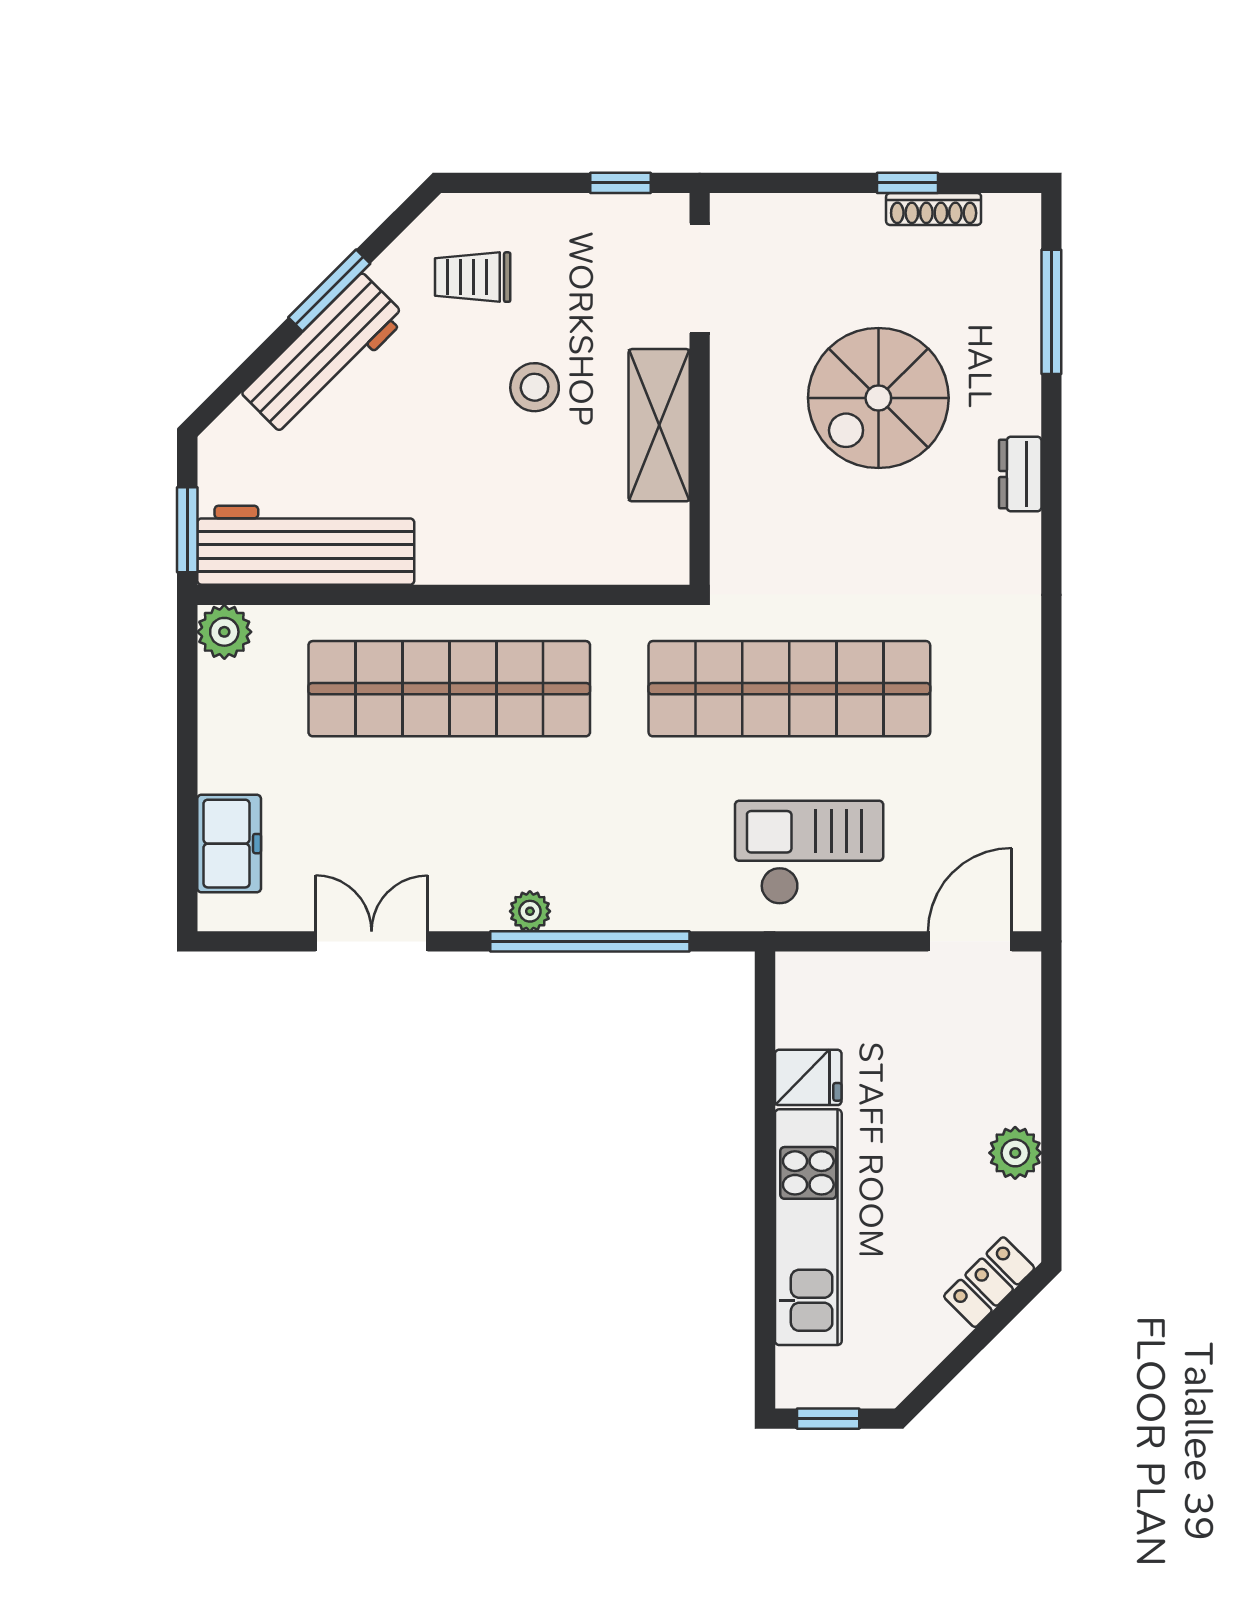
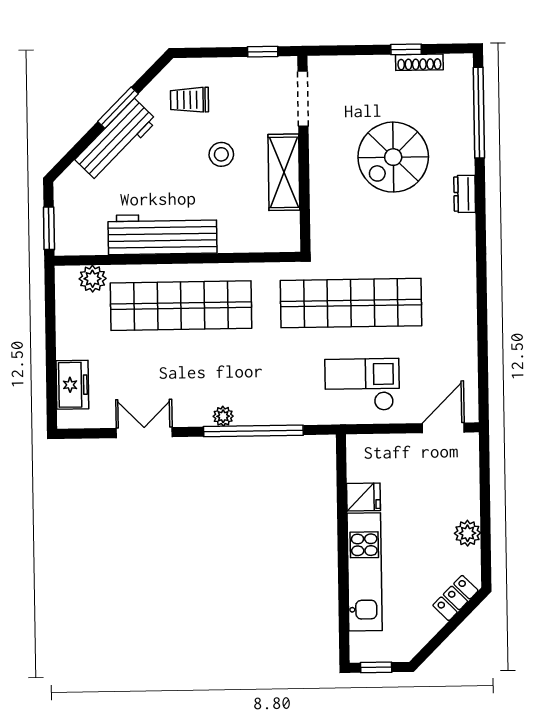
window: (1051, 312) -> (479, 113), width x1.46
workbench: (306, 545) -> (162, 234), moved
plant: (224, 632) -> (93, 279), moved

